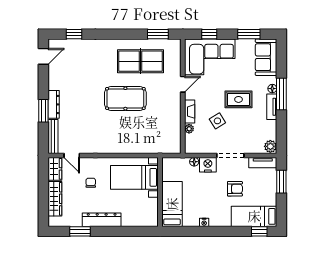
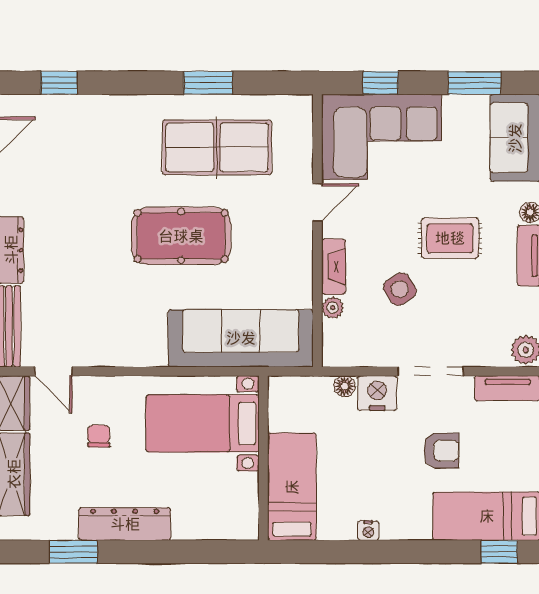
window: (158, 34) -> (208, 83), moved
sofa: (150, 142) -> (241, 338), added

